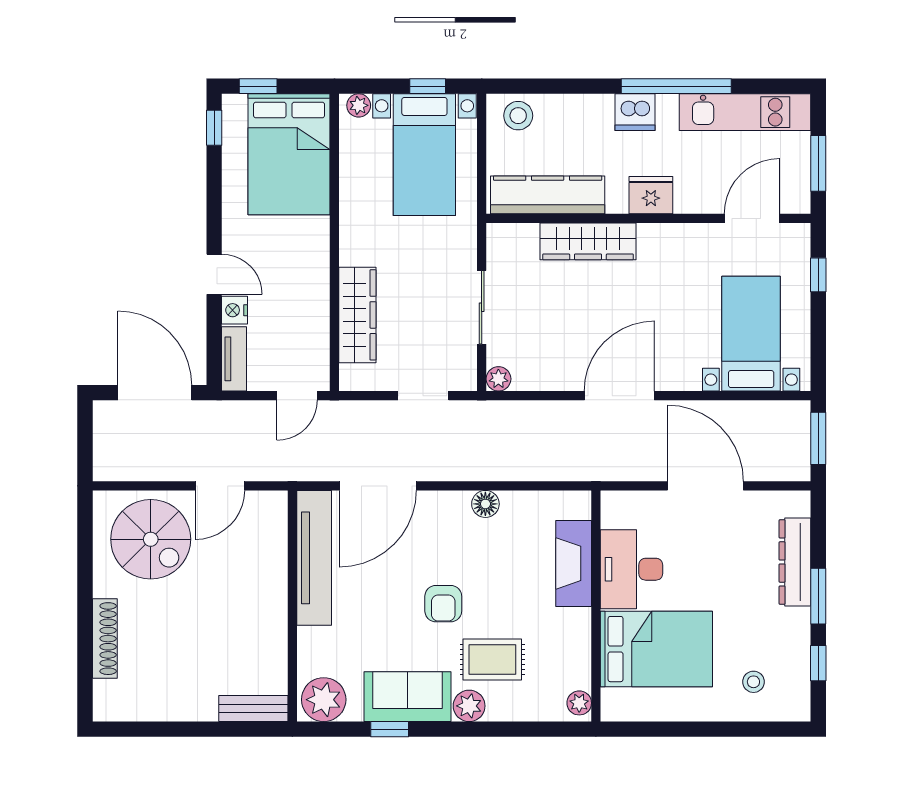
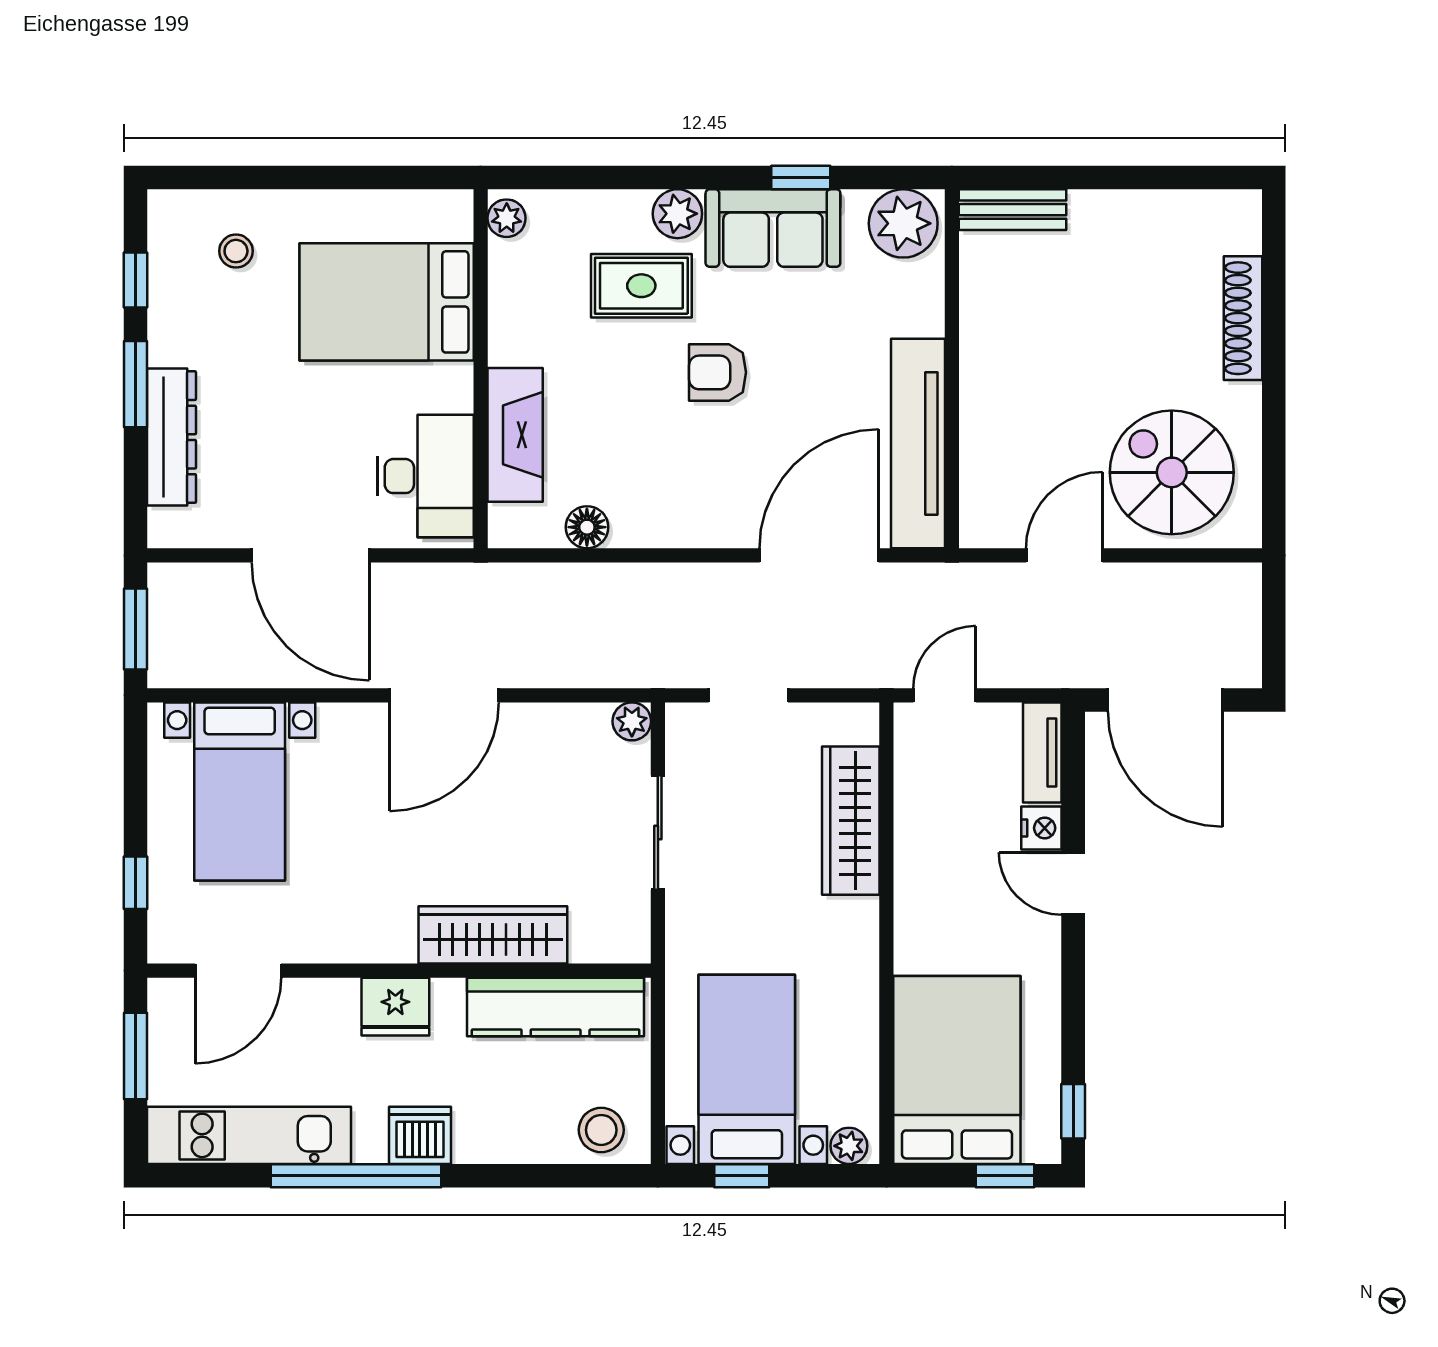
floor lamp: (485, 504) -> (587, 527), moved
desk: (631, 569) -> (425, 476), moved
armchair: (443, 604) -> (718, 372), turned -90

